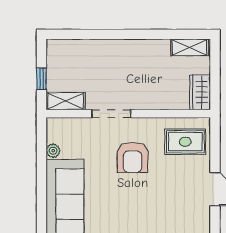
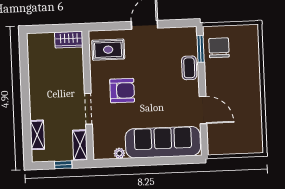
shelving: (190, 47) -> (37, 135), moved
rug: (185, 142) -> (108, 50), turned 90

